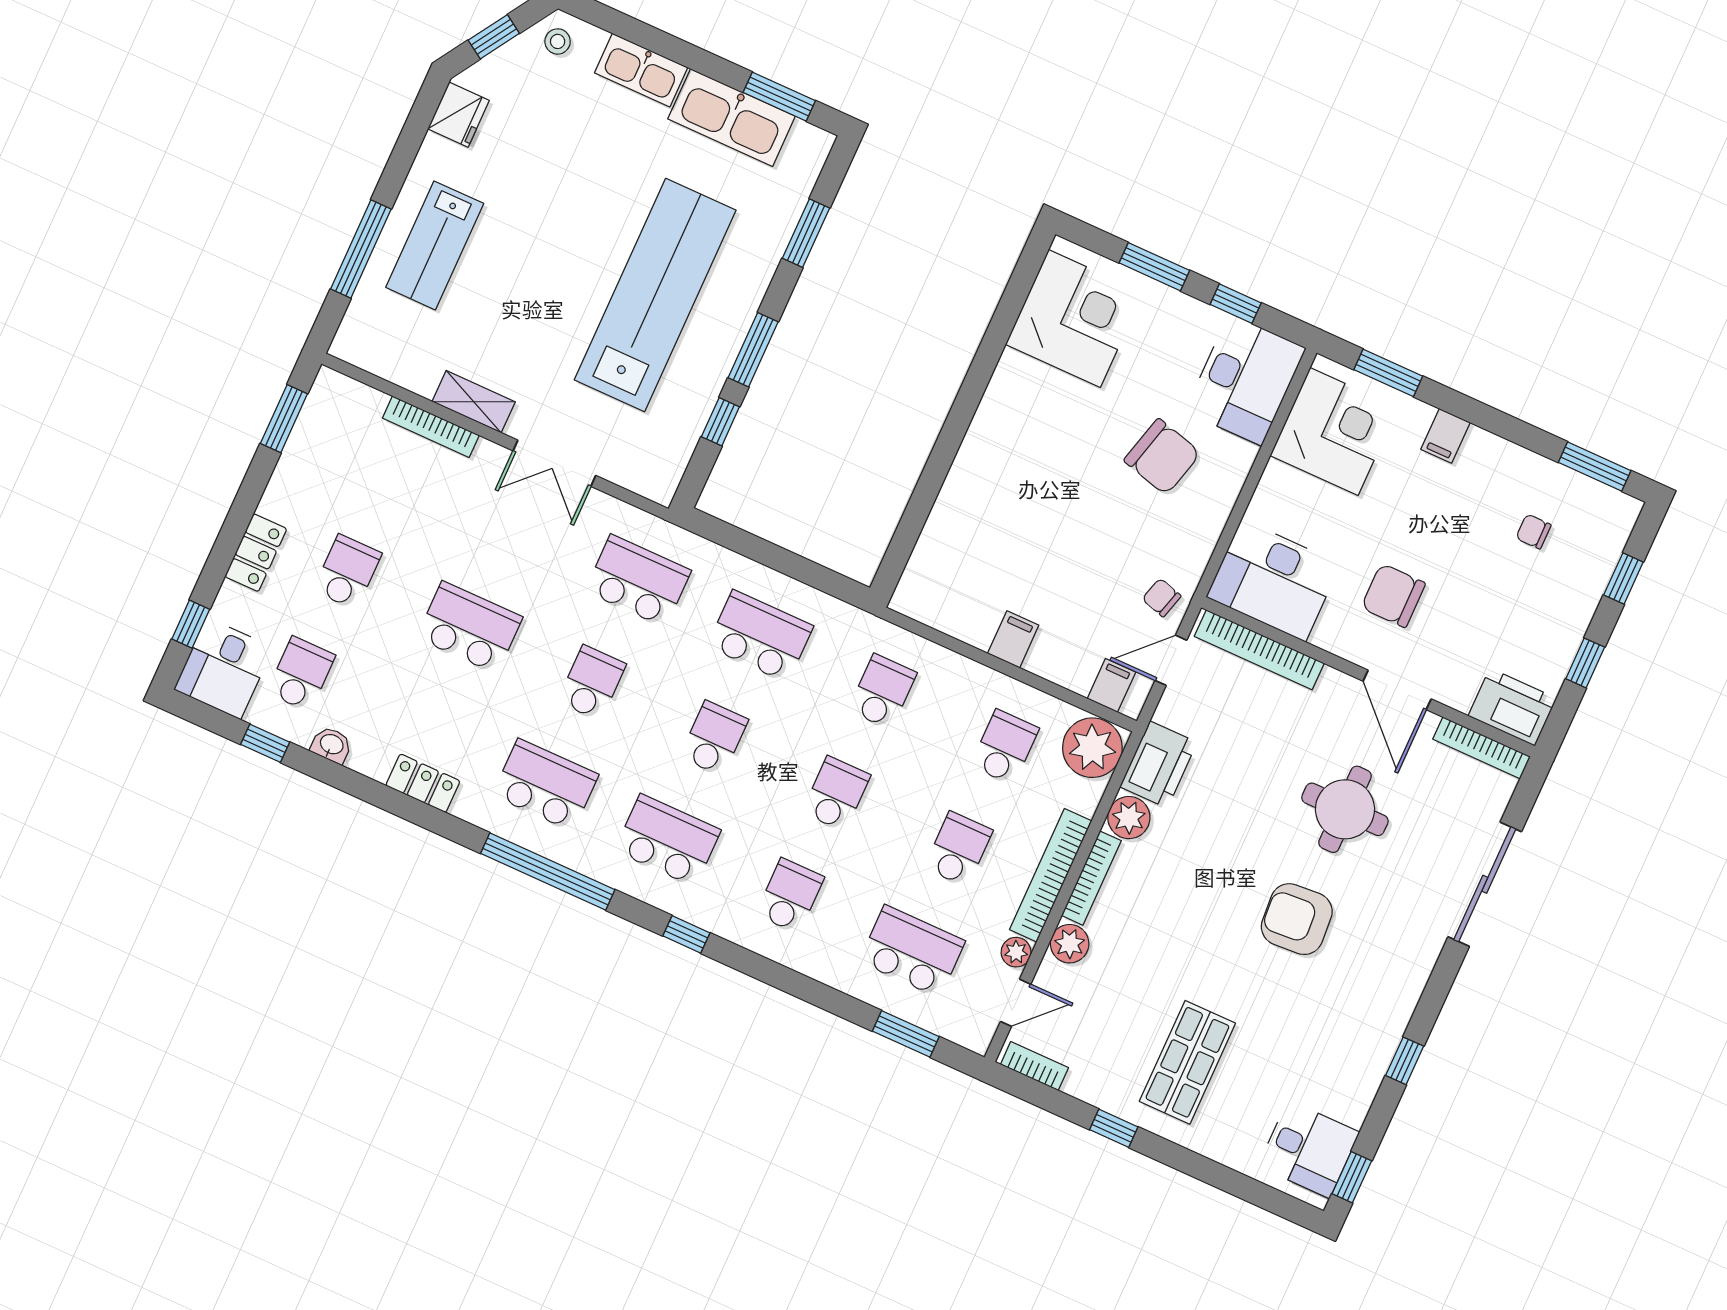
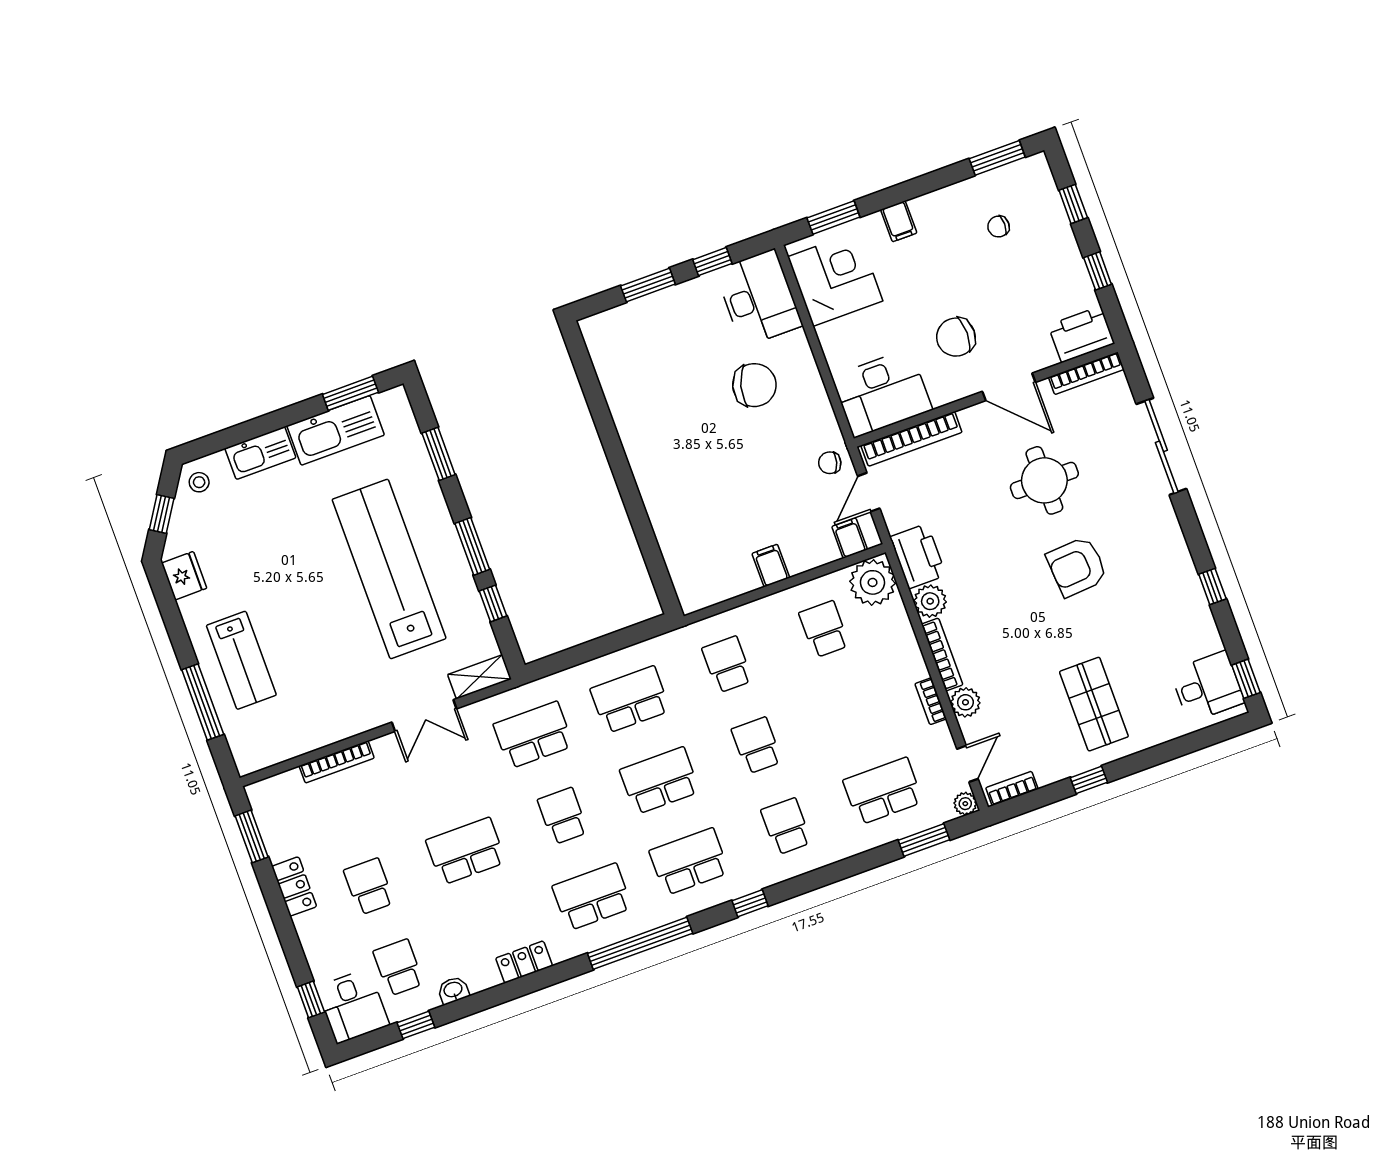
corner desk: (1074, 318) -> (632, 356), removed
shelving: (474, 402) -> (479, 677), moved
locker: (256, 553) -> (294, 886), moved
school desk: (714, 738) -> (660, 781), width x1.85
school desk: (958, 849) -> (854, 710), removed
bookcase: (1051, 875) -> (931, 701), width x0.43, depth x0.76
plant: (1016, 952) -> (965, 804), moved

